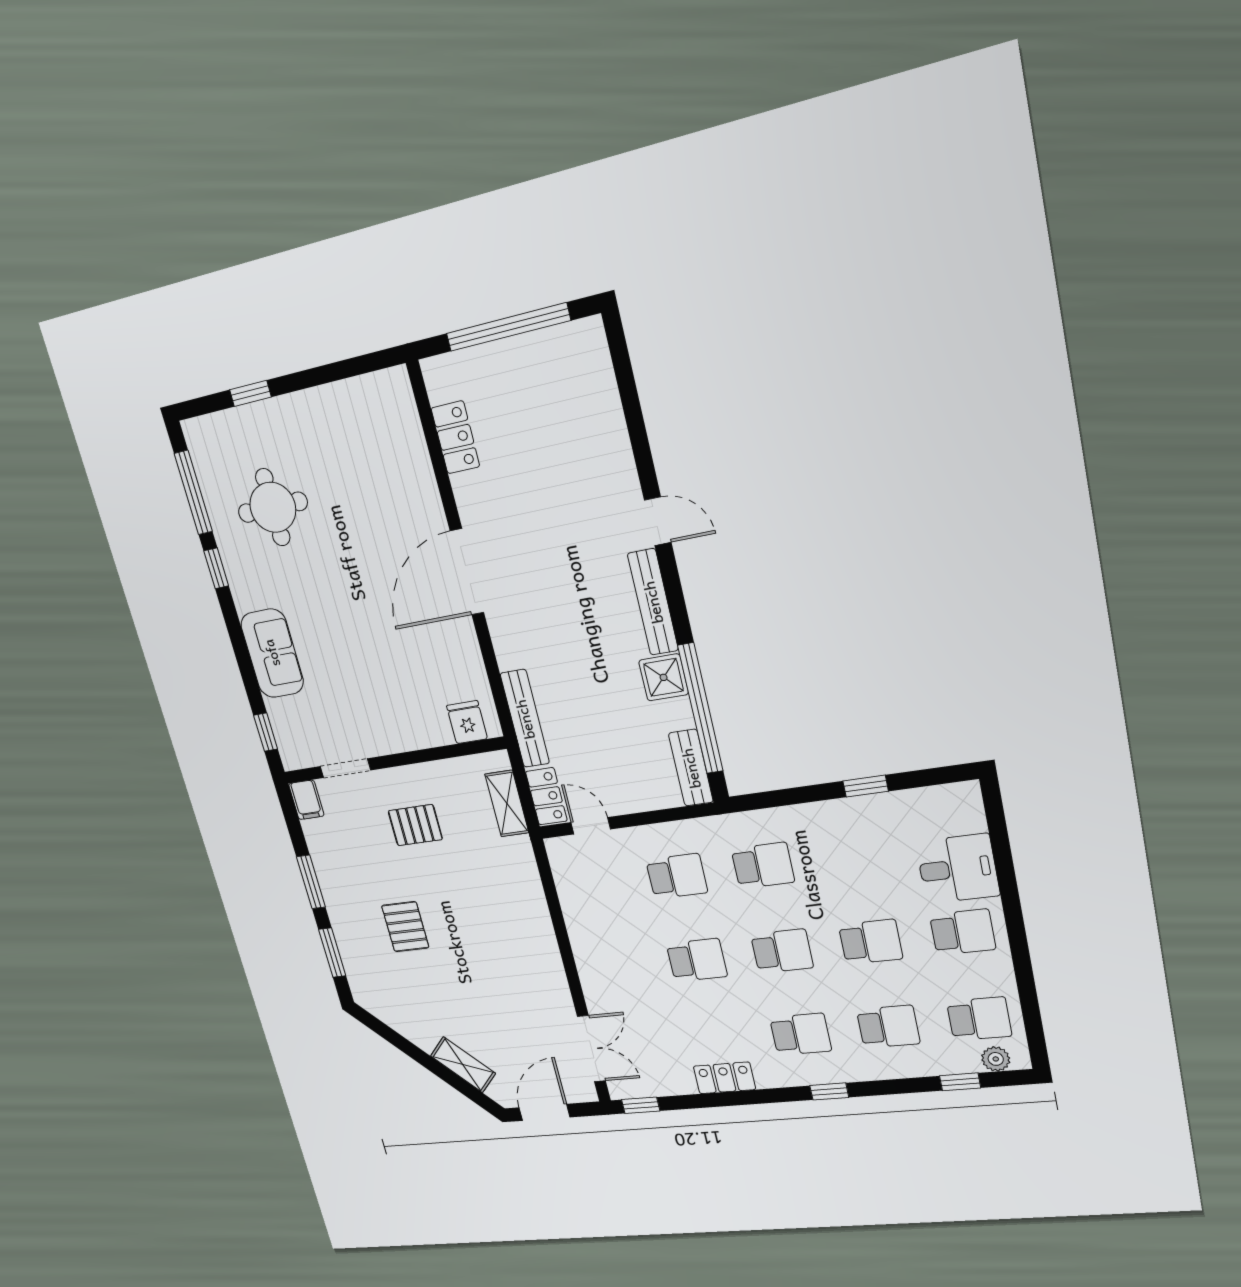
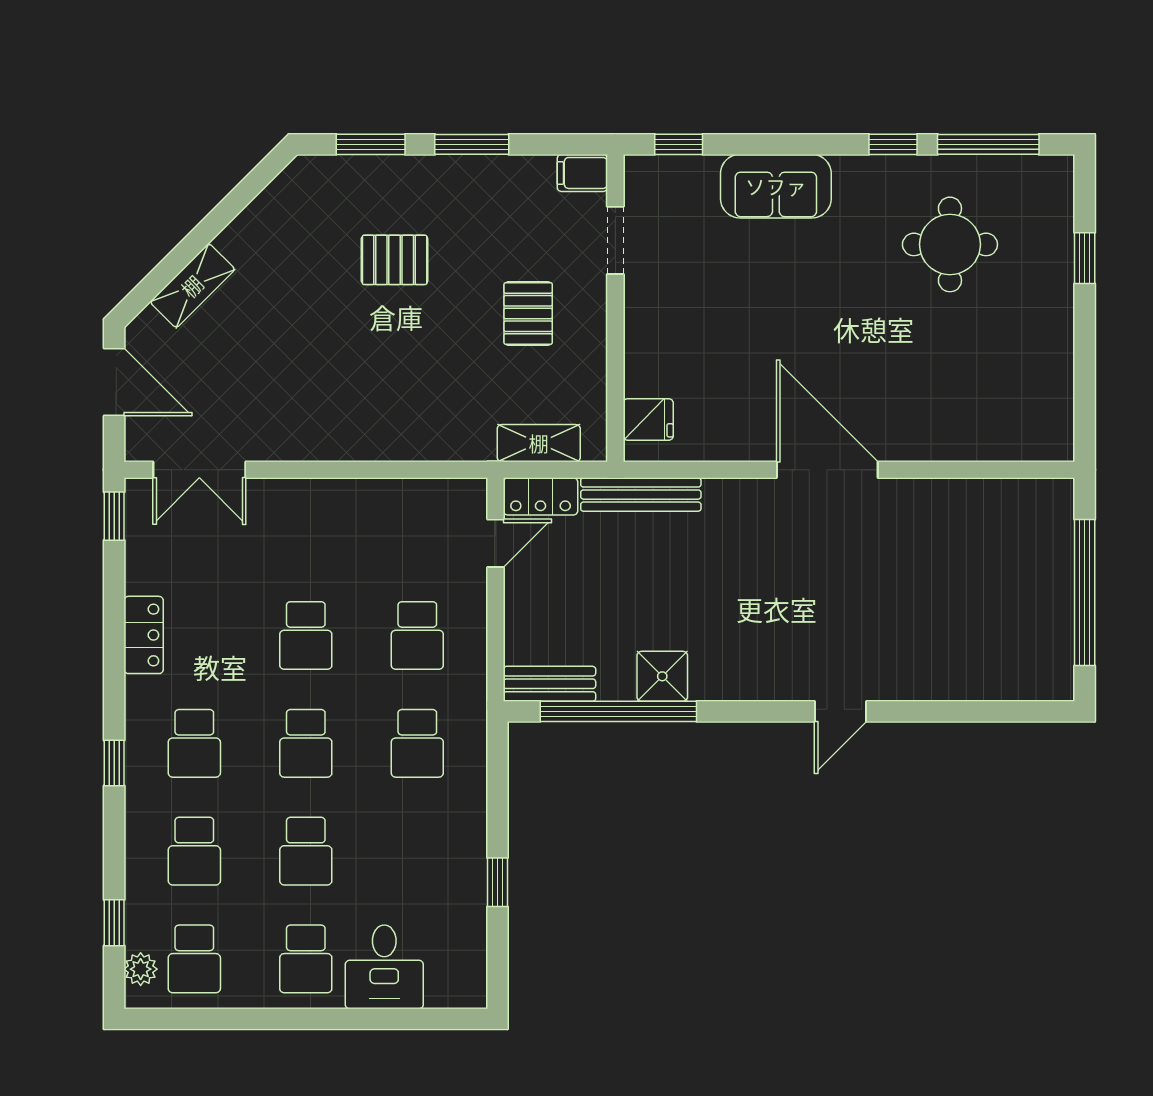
locker: (455, 437) -> (981, 498), removed
bench: (653, 602) -> (751, 684), removed

